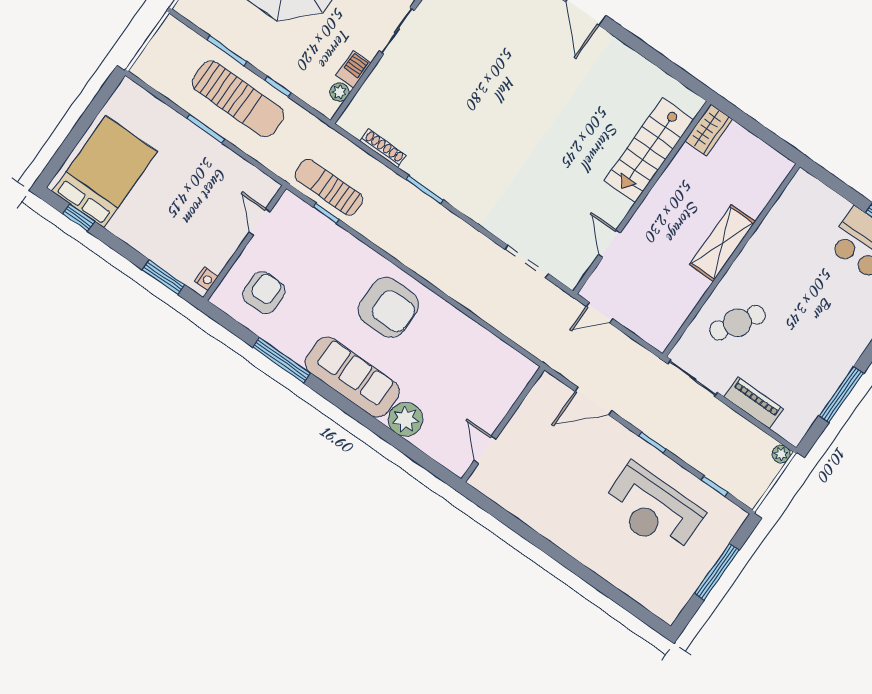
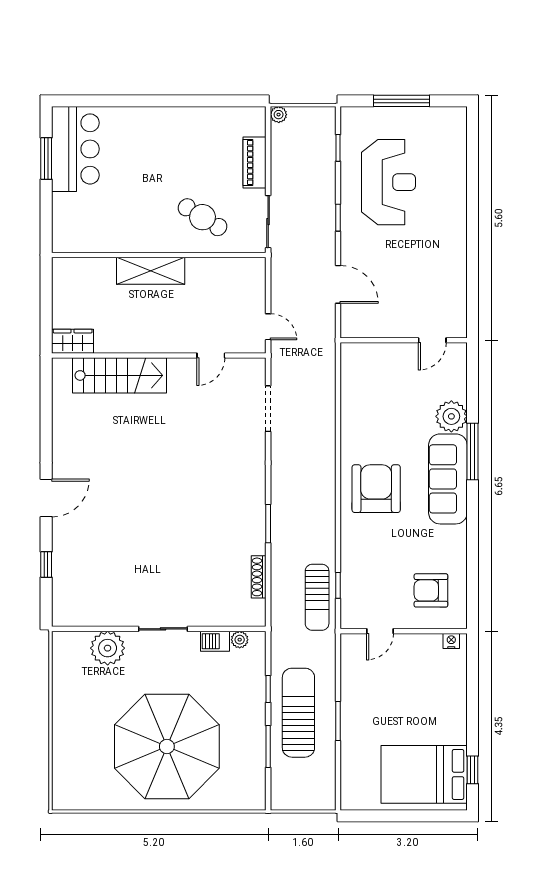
window: (164, 277) -> (473, 674), removed
window: (281, 360) -> (473, 452), moved
window: (841, 395) -> (202, 101), removed

